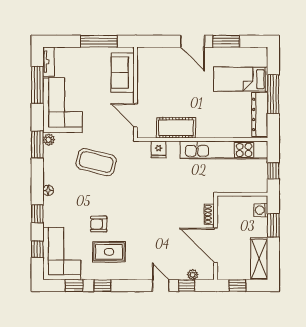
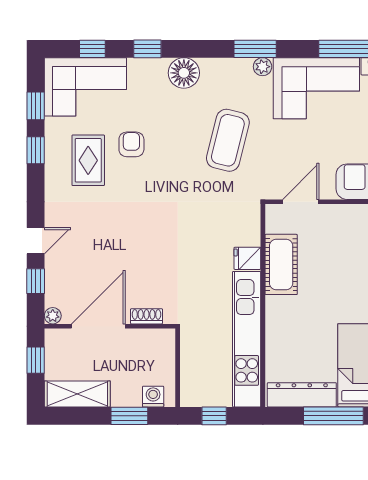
fridge: (159, 149) -> (247, 258), moved
floor lamp: (48, 190) -> (184, 73), width x1.89, depth x1.89
plant: (193, 275) -> (53, 316), moved

